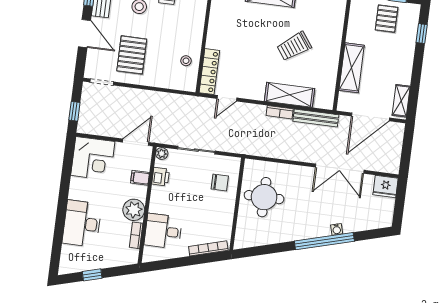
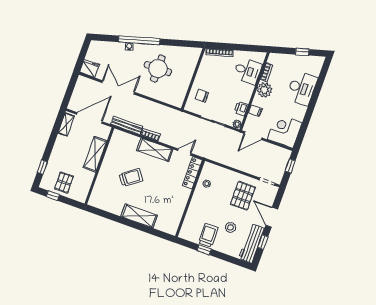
shelving: (290, 95) -> (155, 150), moved
round table: (264, 197) -> (158, 69), moved

